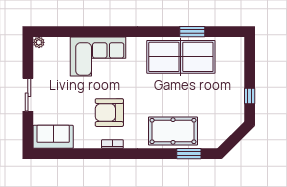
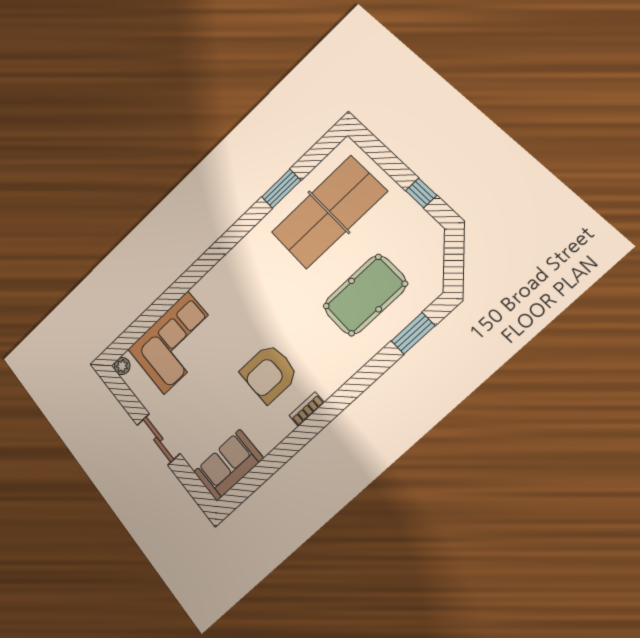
corner sofa: (98, 56) -> (176, 342), moved
table tennis table: (181, 57) -> (329, 212), moved
pool table: (173, 131) -> (365, 295), moved

